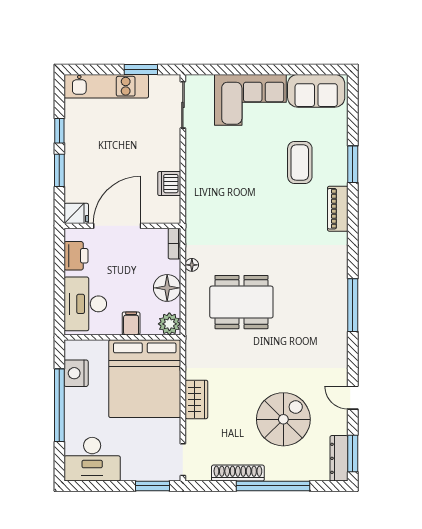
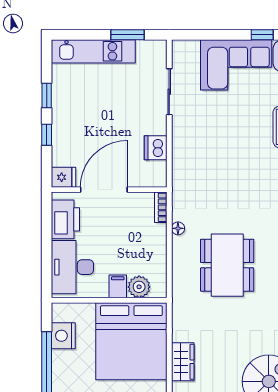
window: (277, 70) -> (262, 35), added
sliding door: (183, 105) -> (169, 92), moved
window: (59, 170) -> (47, 135), width x0.67
printer: (76, 256) -> (65, 219), width x1.37, depth x1.19
floor lamp: (167, 288) -> (154, 251), removed
dining table: (241, 302) -> (227, 265), turned 90
plant: (169, 324) -> (139, 287), moved

